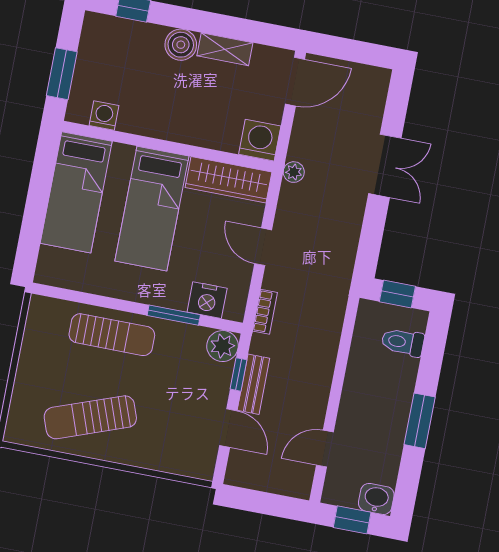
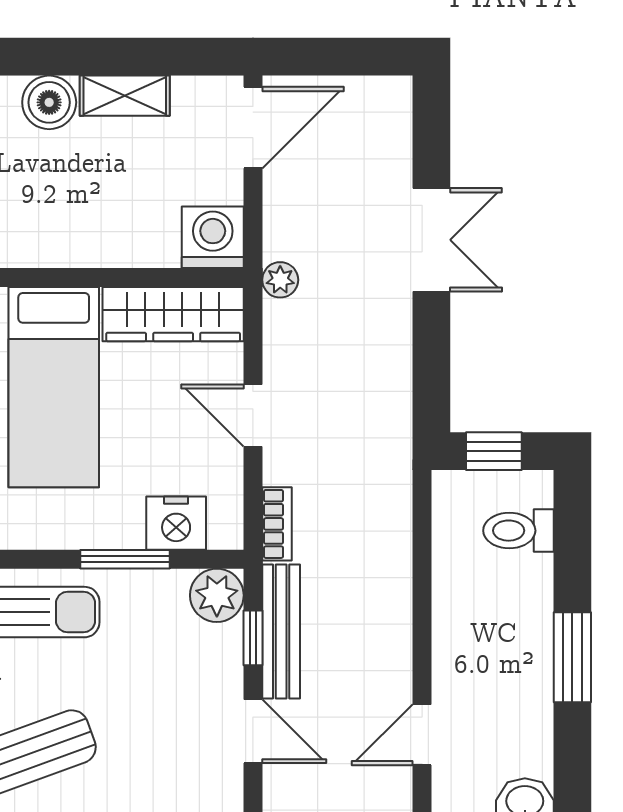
bench: (253, 384) -> (281, 632), width x1.36

